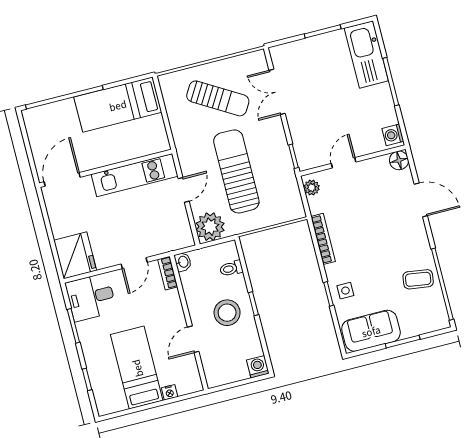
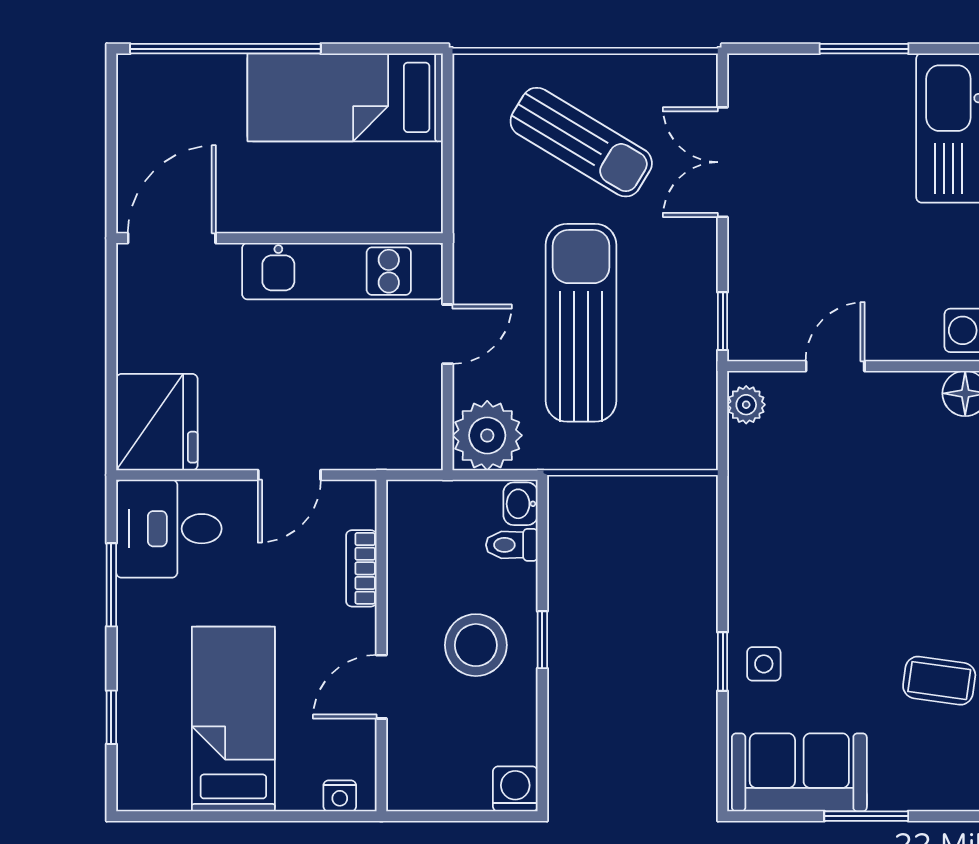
bookcase: (323, 239) -> (743, 531), removed
washbasin: (183, 262) -> (521, 504), moved, turned 180
bookcase: (168, 273) -> (361, 568), moved
nightstand: (170, 392) -> (340, 796), moved

